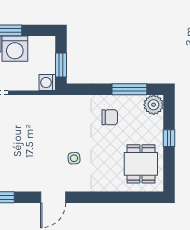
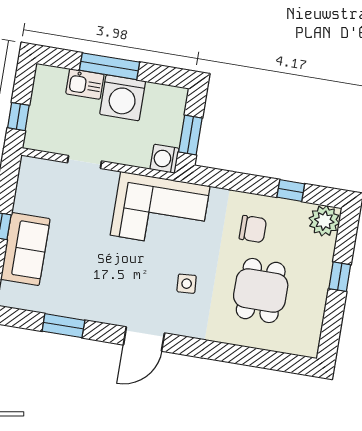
window: (129, 89) -> (291, 190), width x0.46
corner sofa: (50, 115) -> (160, 211), added
dining table: (141, 164) -> (261, 290), moved

